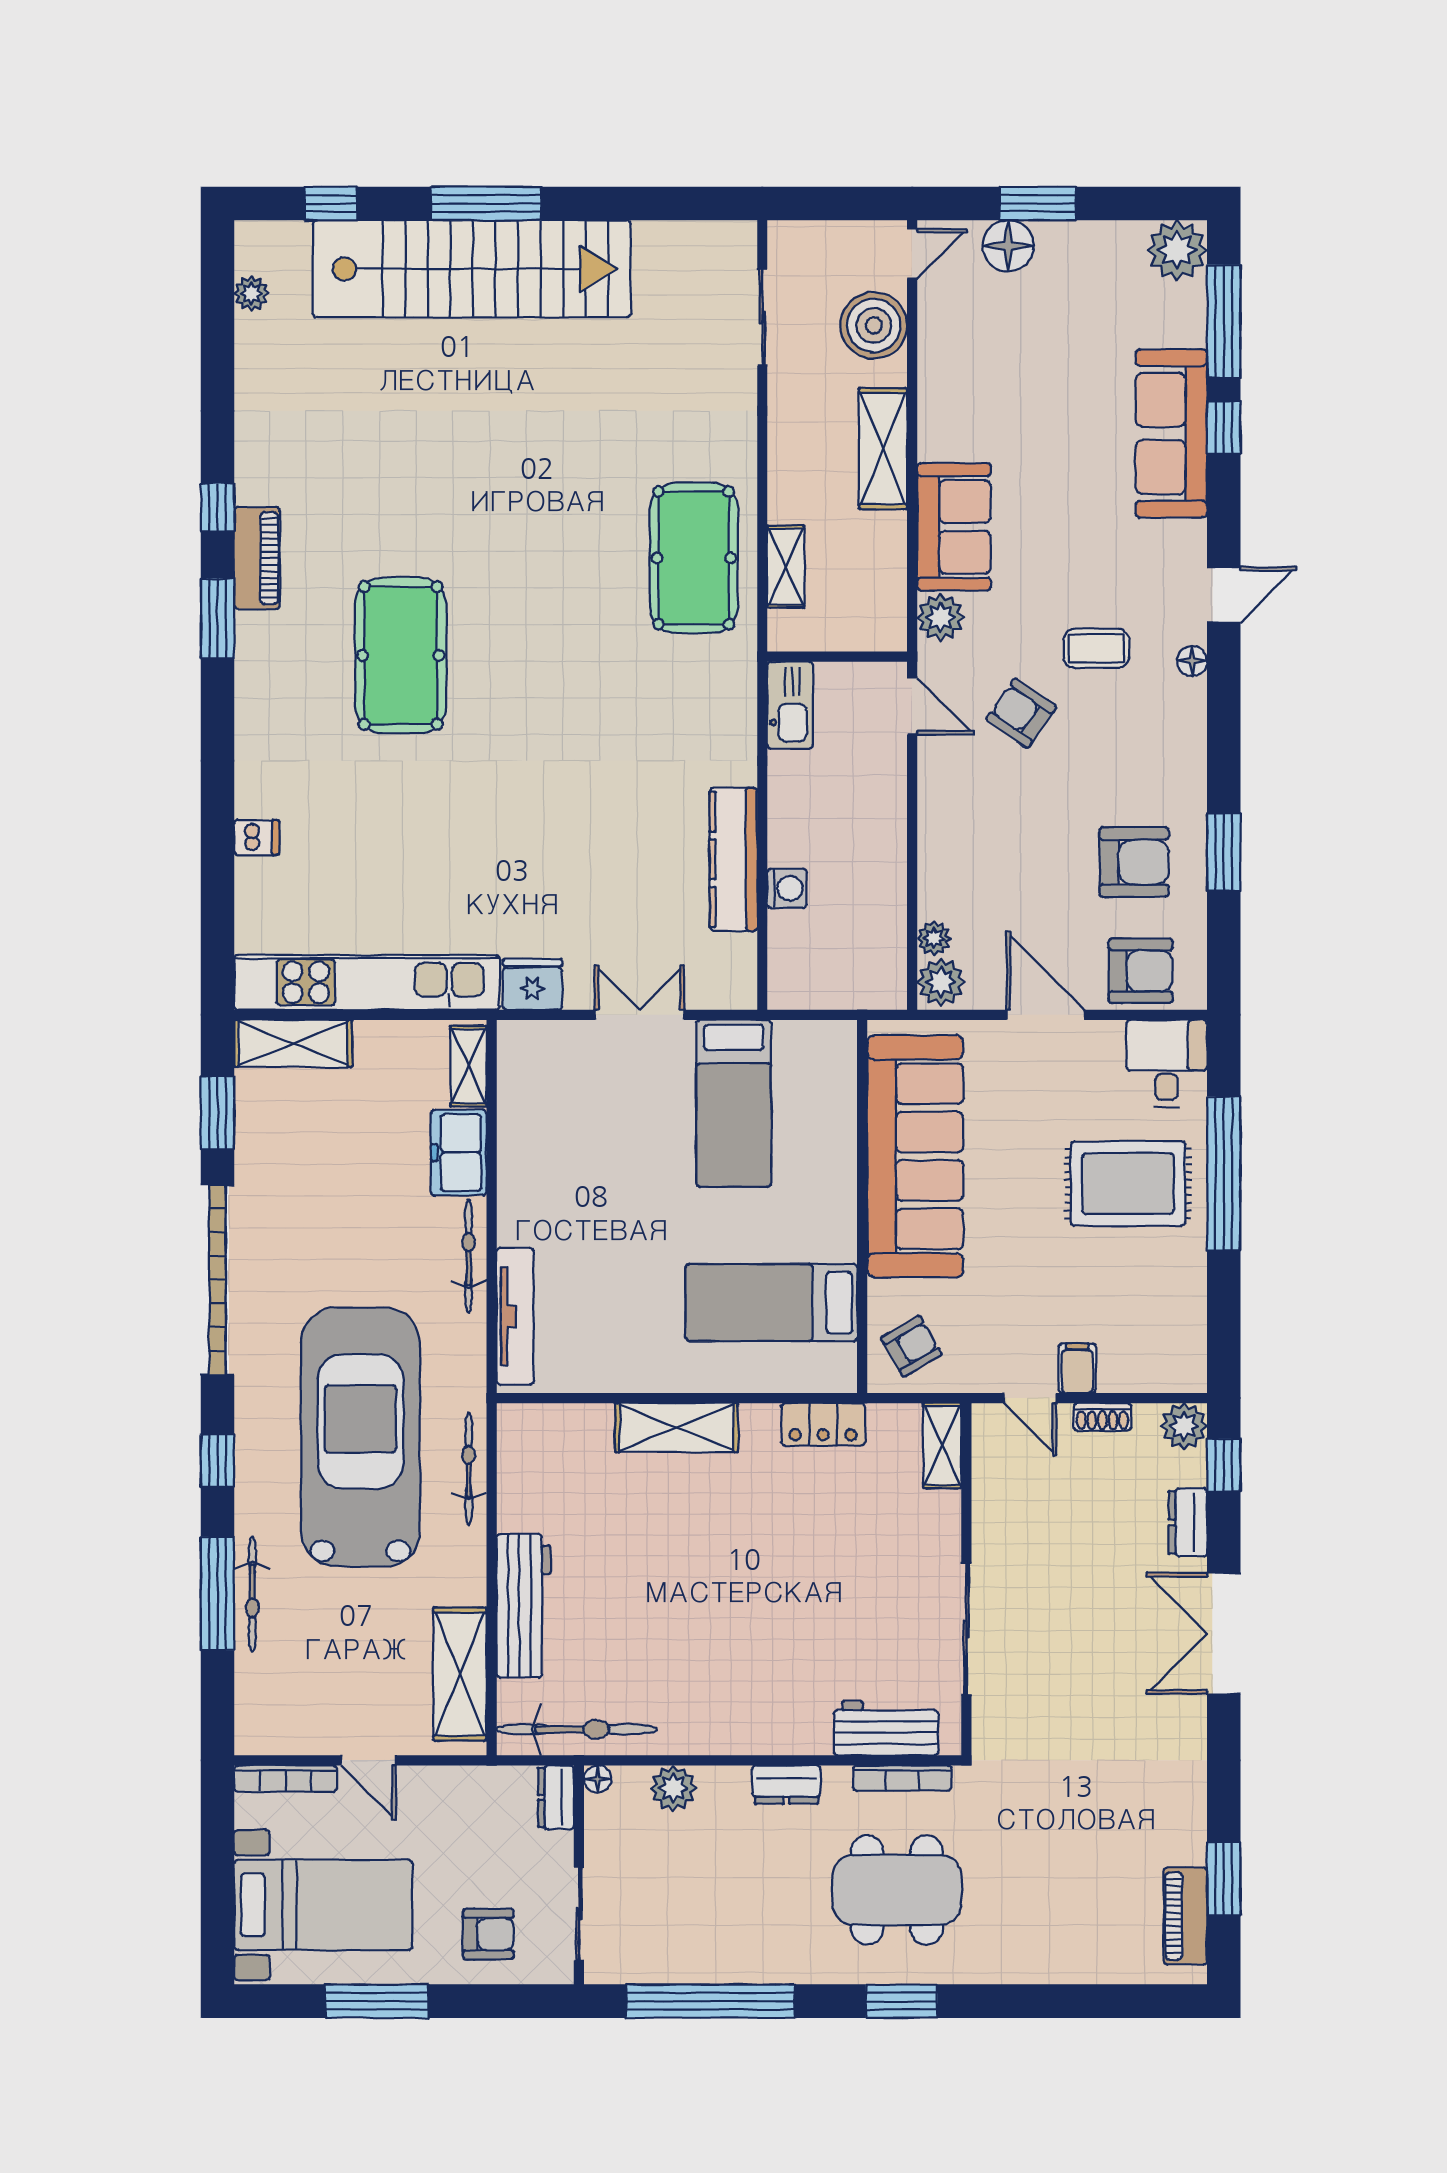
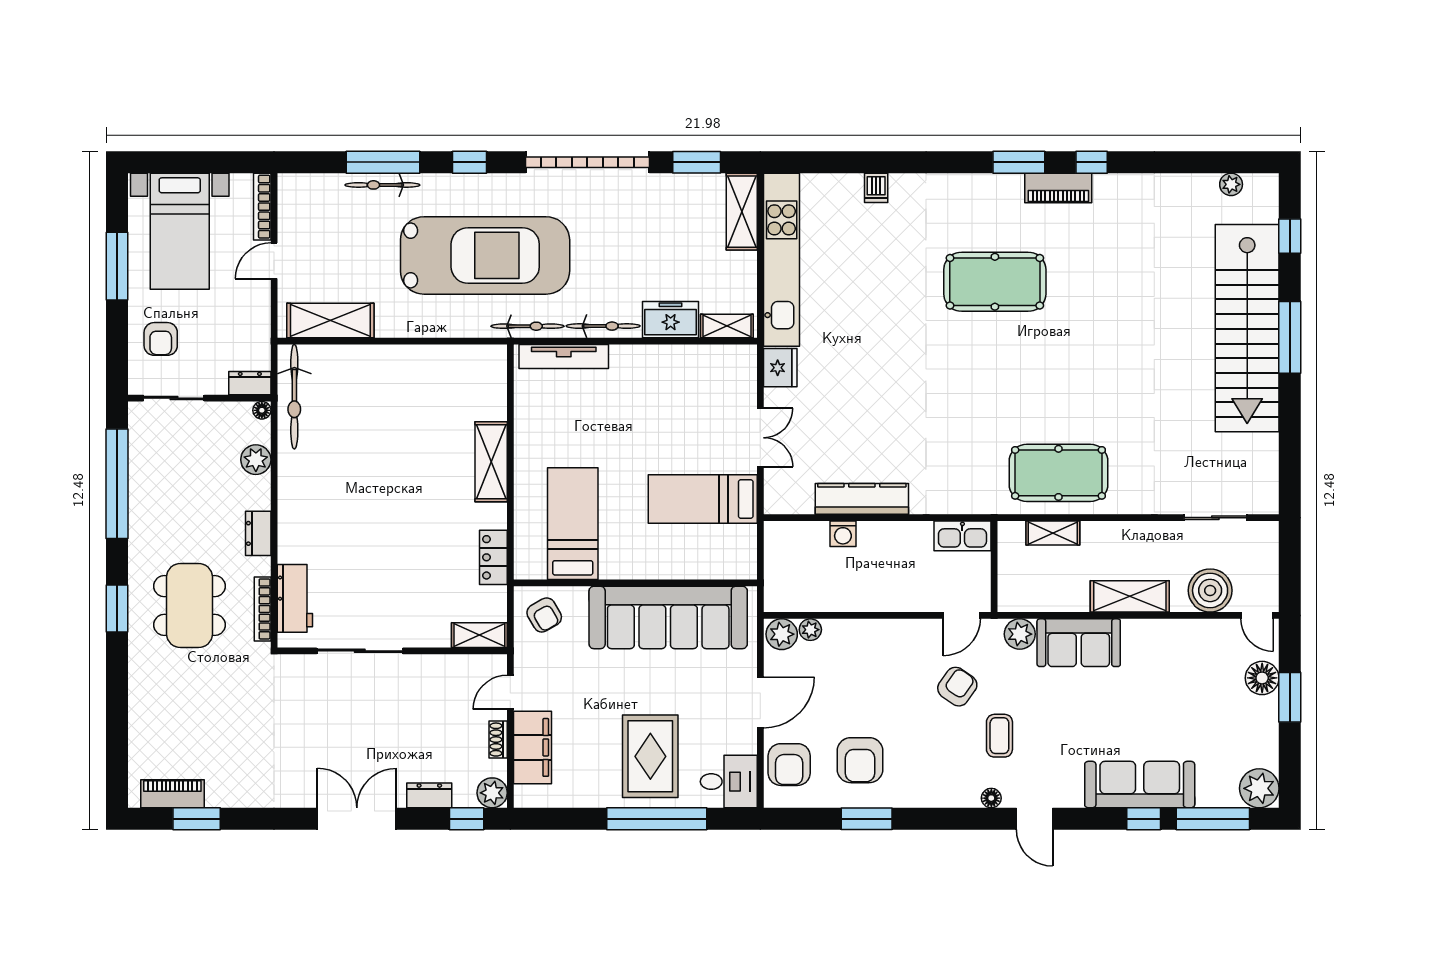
filing cabinet: (1077, 1368) -> (533, 747), width x3.00, depth x1.17
bicycle: (469, 1468) -> (527, 326), moved
workbench: (523, 1606) -> (375, 362), removed

